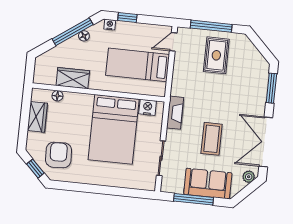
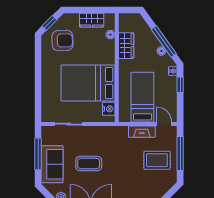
fireplace: (175, 113) -> (142, 132), moved

